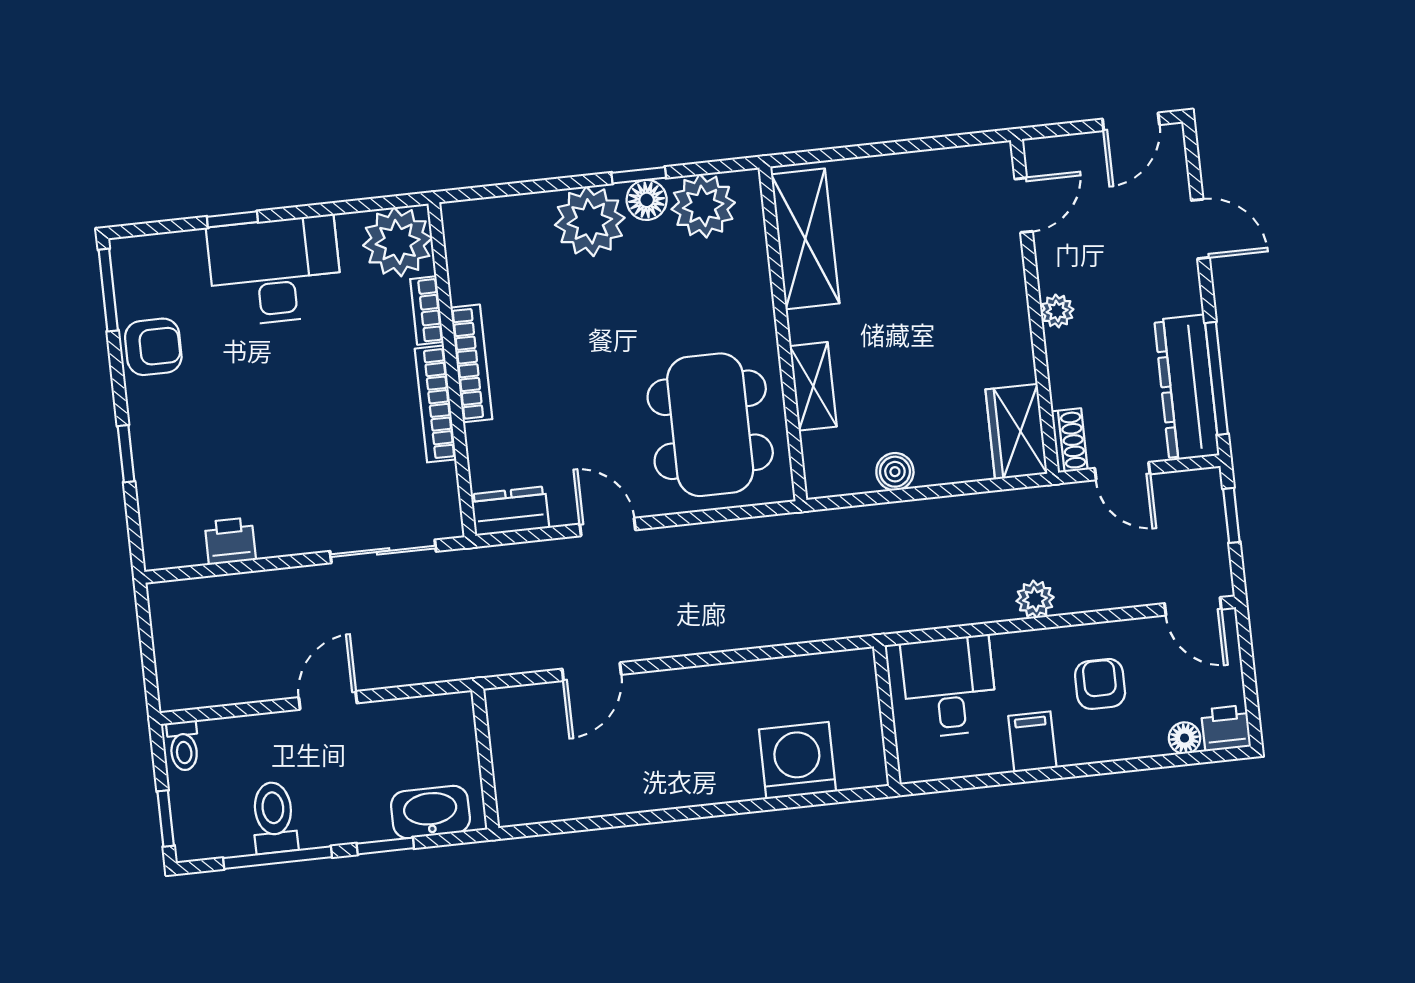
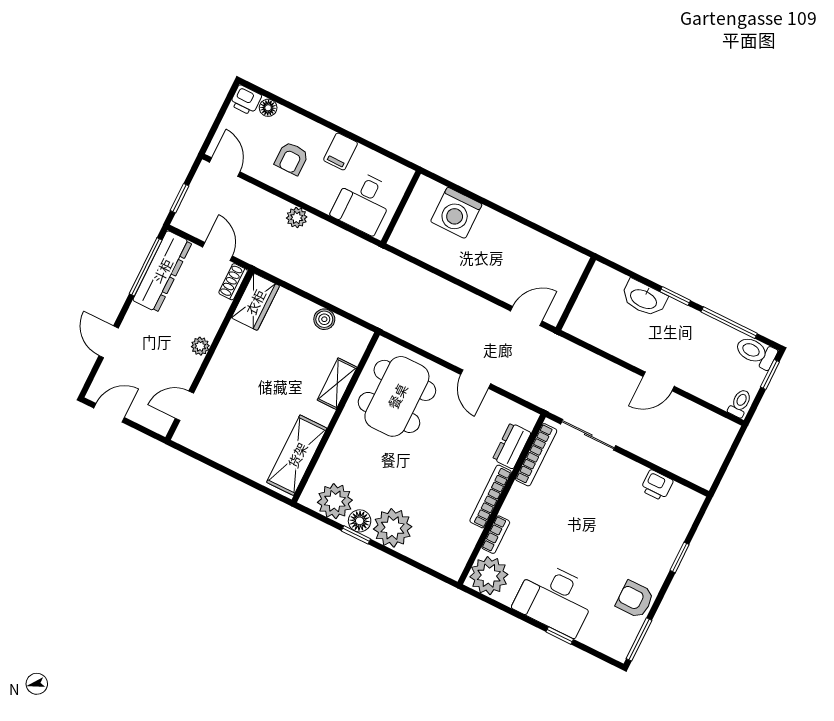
bookcase: (435, 404) -> (536, 455), moved
dresser: (510, 511) -> (512, 446), moved, turned 90
wall: (485, 759) -> (576, 294), moved
toilet: (274, 818) -> (756, 352), moved, turned 90

